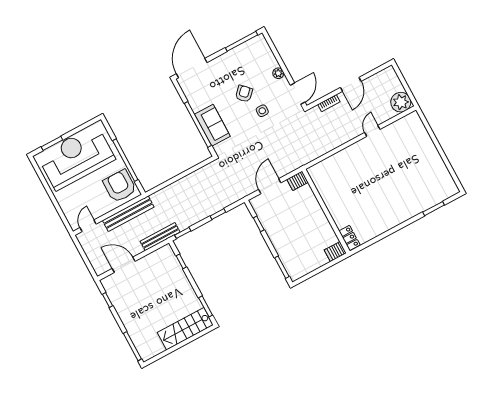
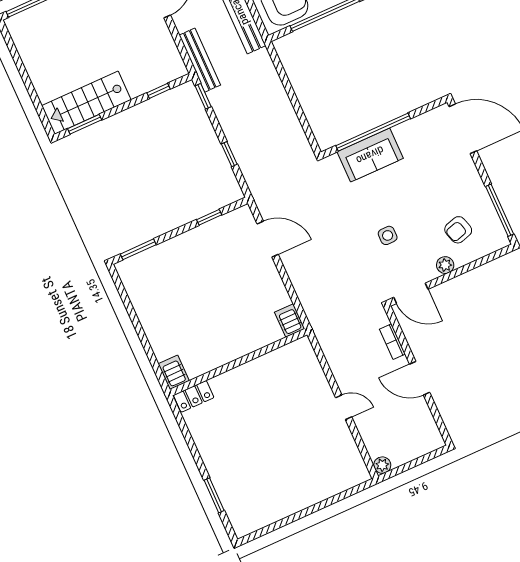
armchair: (244, 94) -> (458, 230), moved, turned 118
plant: (401, 102) -> (382, 465), width x0.53, depth x0.53
server rack: (298, 181) -> (290, 321), moved
wall: (326, 211) -> (239, 362), moved
locker: (349, 238) -> (194, 396), moved
server rack: (335, 252) -> (174, 372), moved
stairs: (185, 329) -> (86, 103), moved, turned -90

